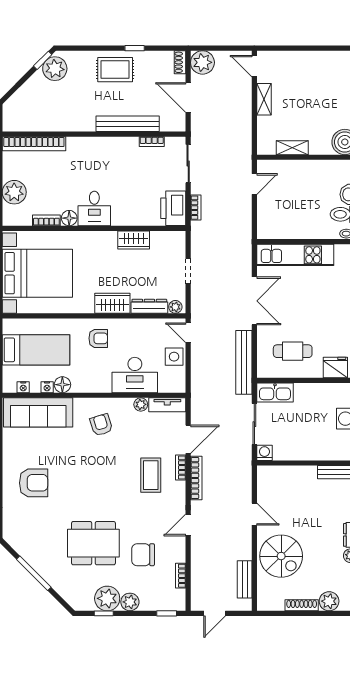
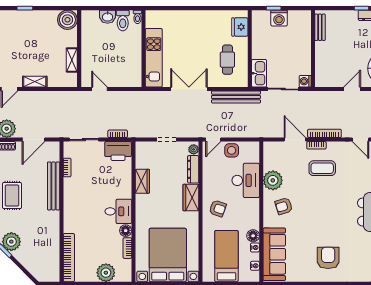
armchair: (98, 338) -> (218, 208), turned 109
plant: (141, 404) -> (273, 180), width x1.87, depth x1.87
tv unit: (167, 405) -> (268, 156), removed

